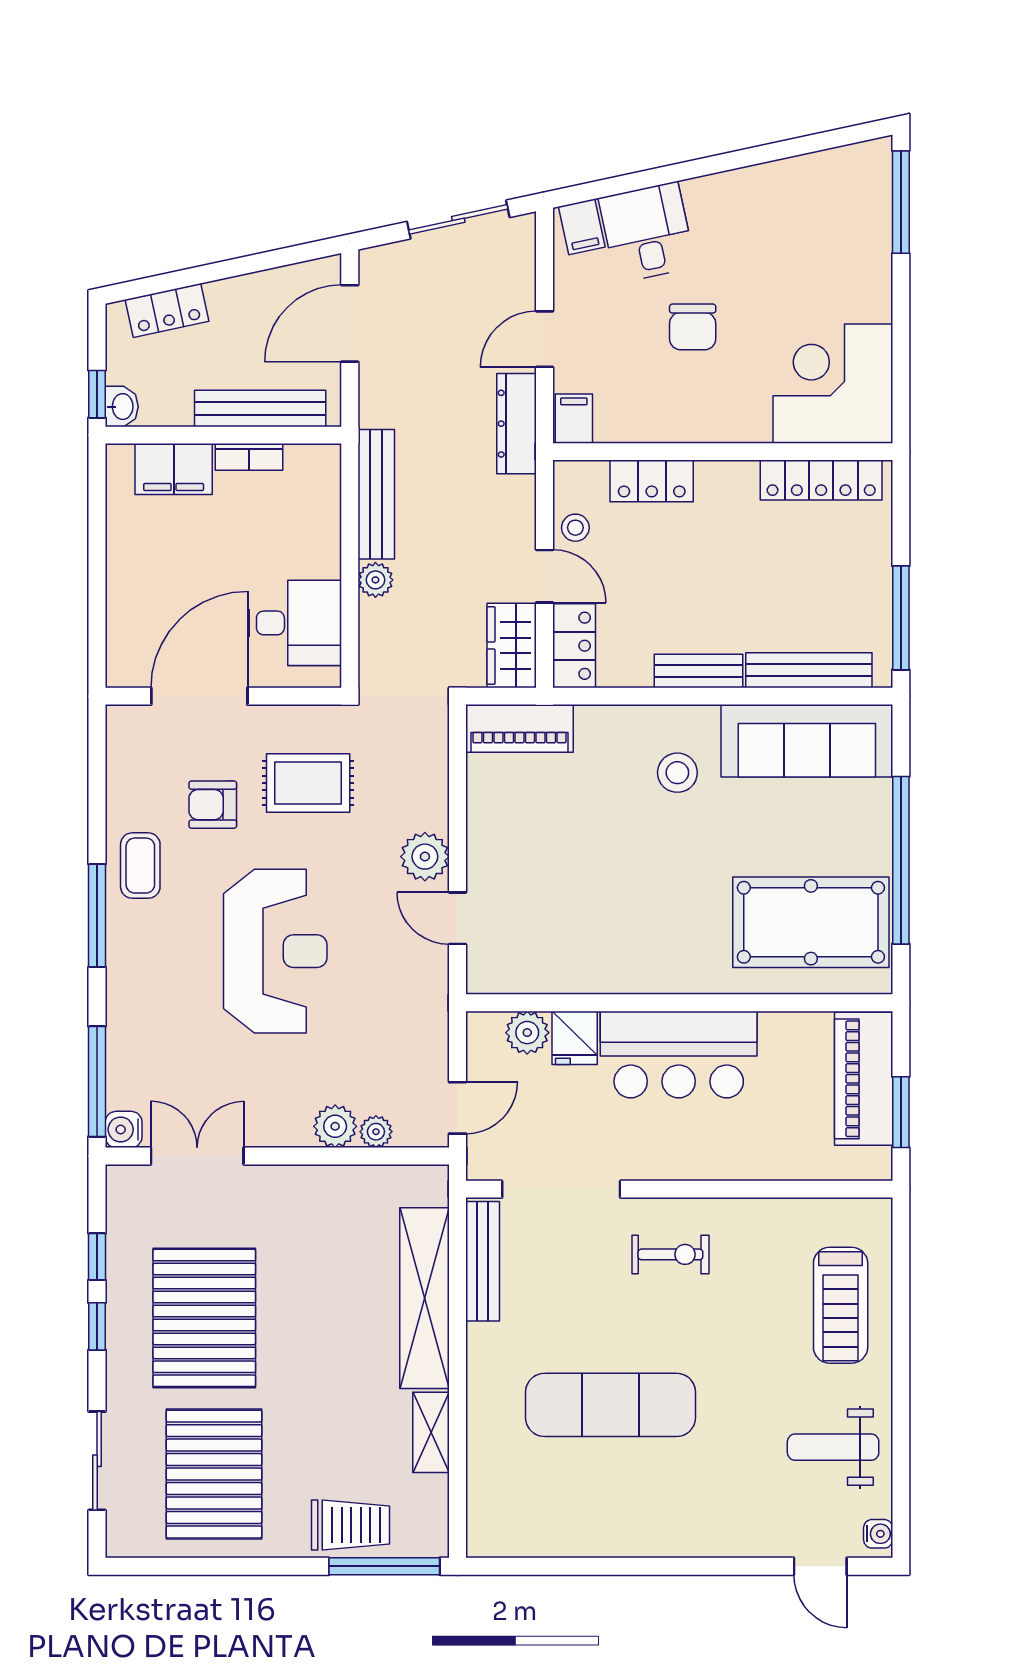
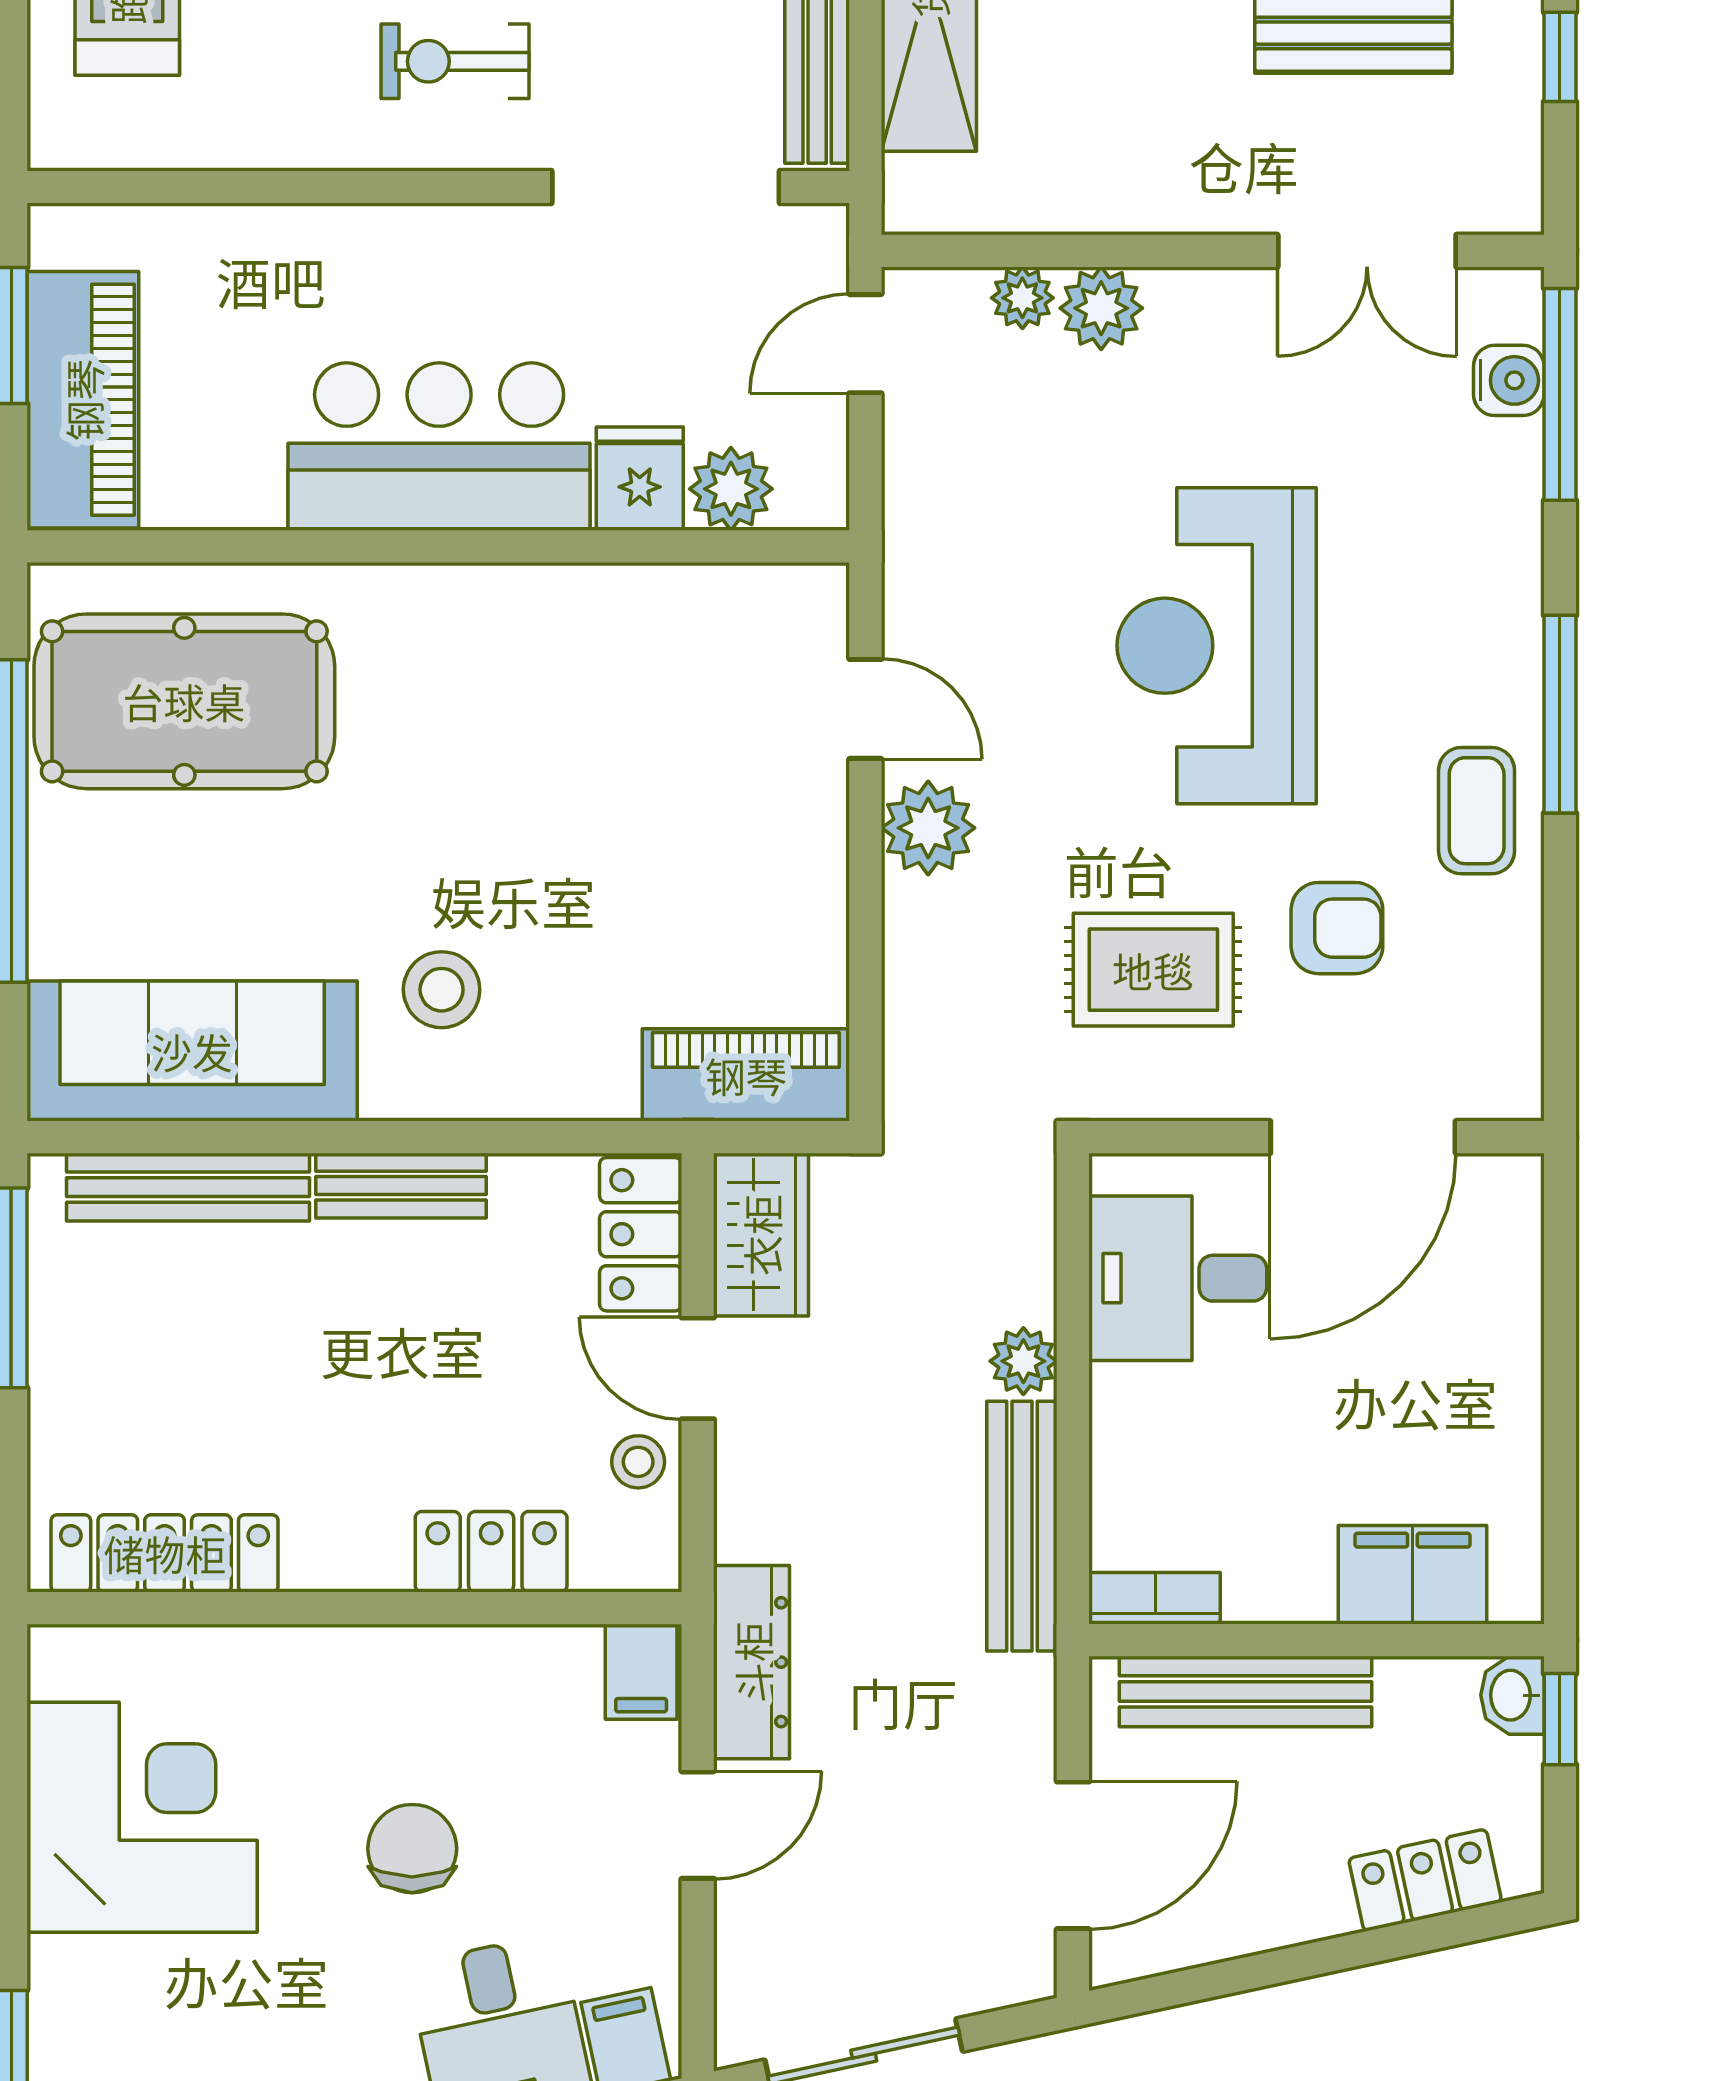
corner desk: (833, 384) -> (142, 1817), moved, turned -90
bookcase: (249, 457) -> (1155, 1598), moved
water cooler: (124, 1129) -> (1509, 380), moved

